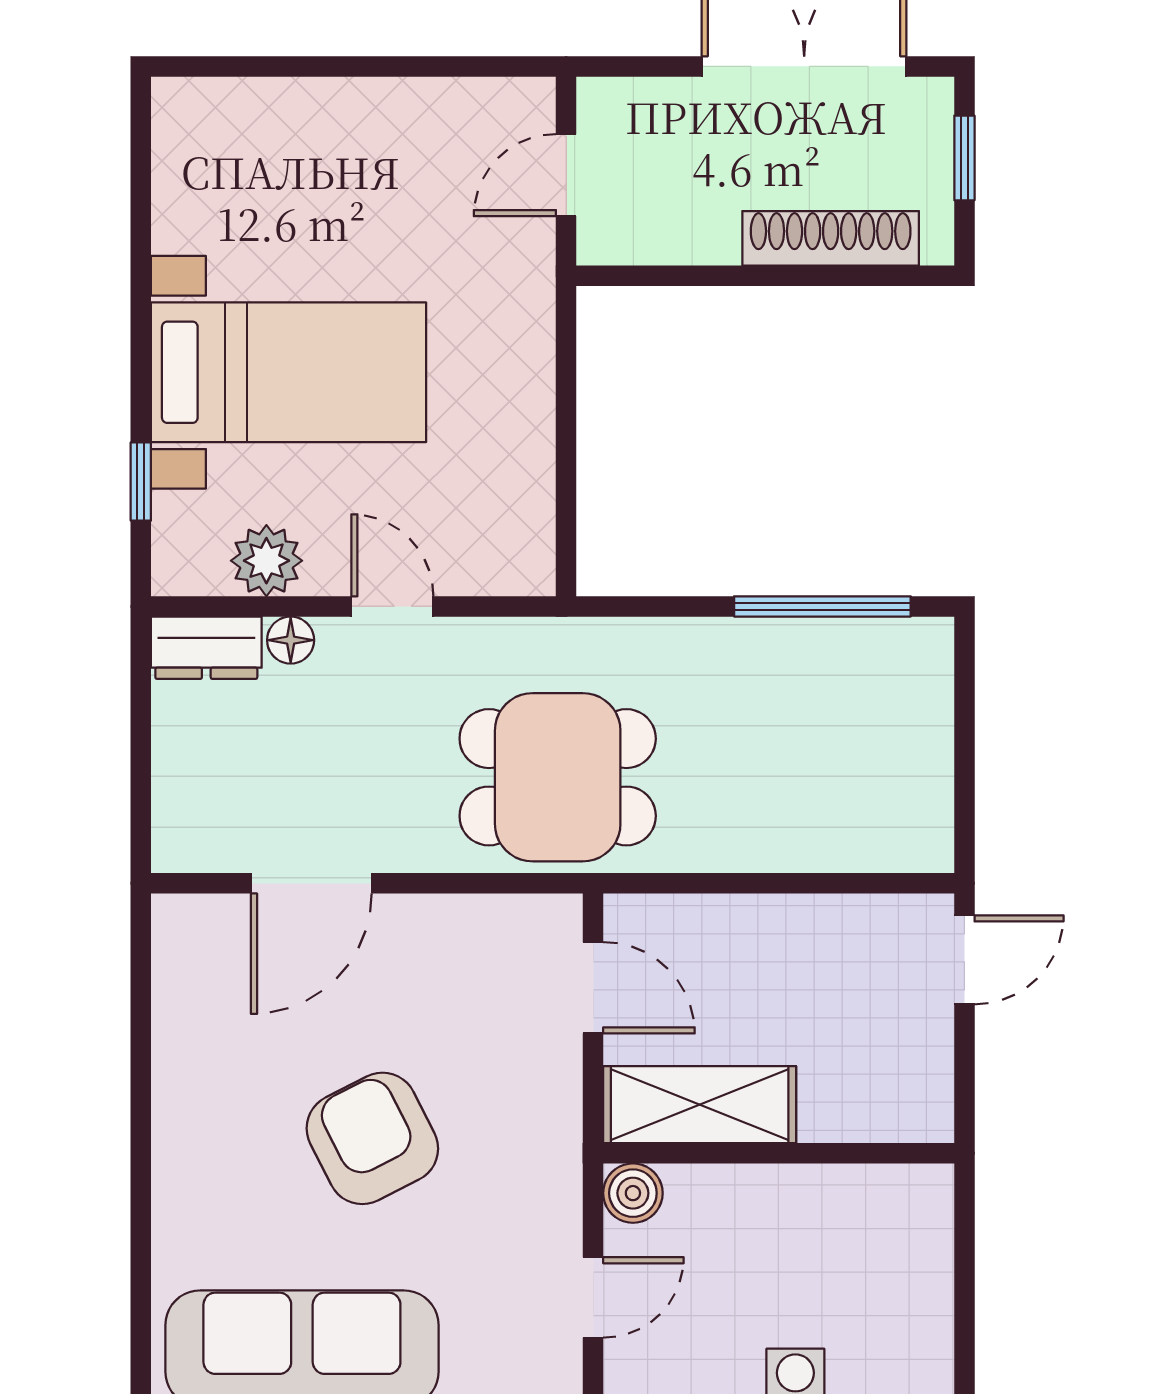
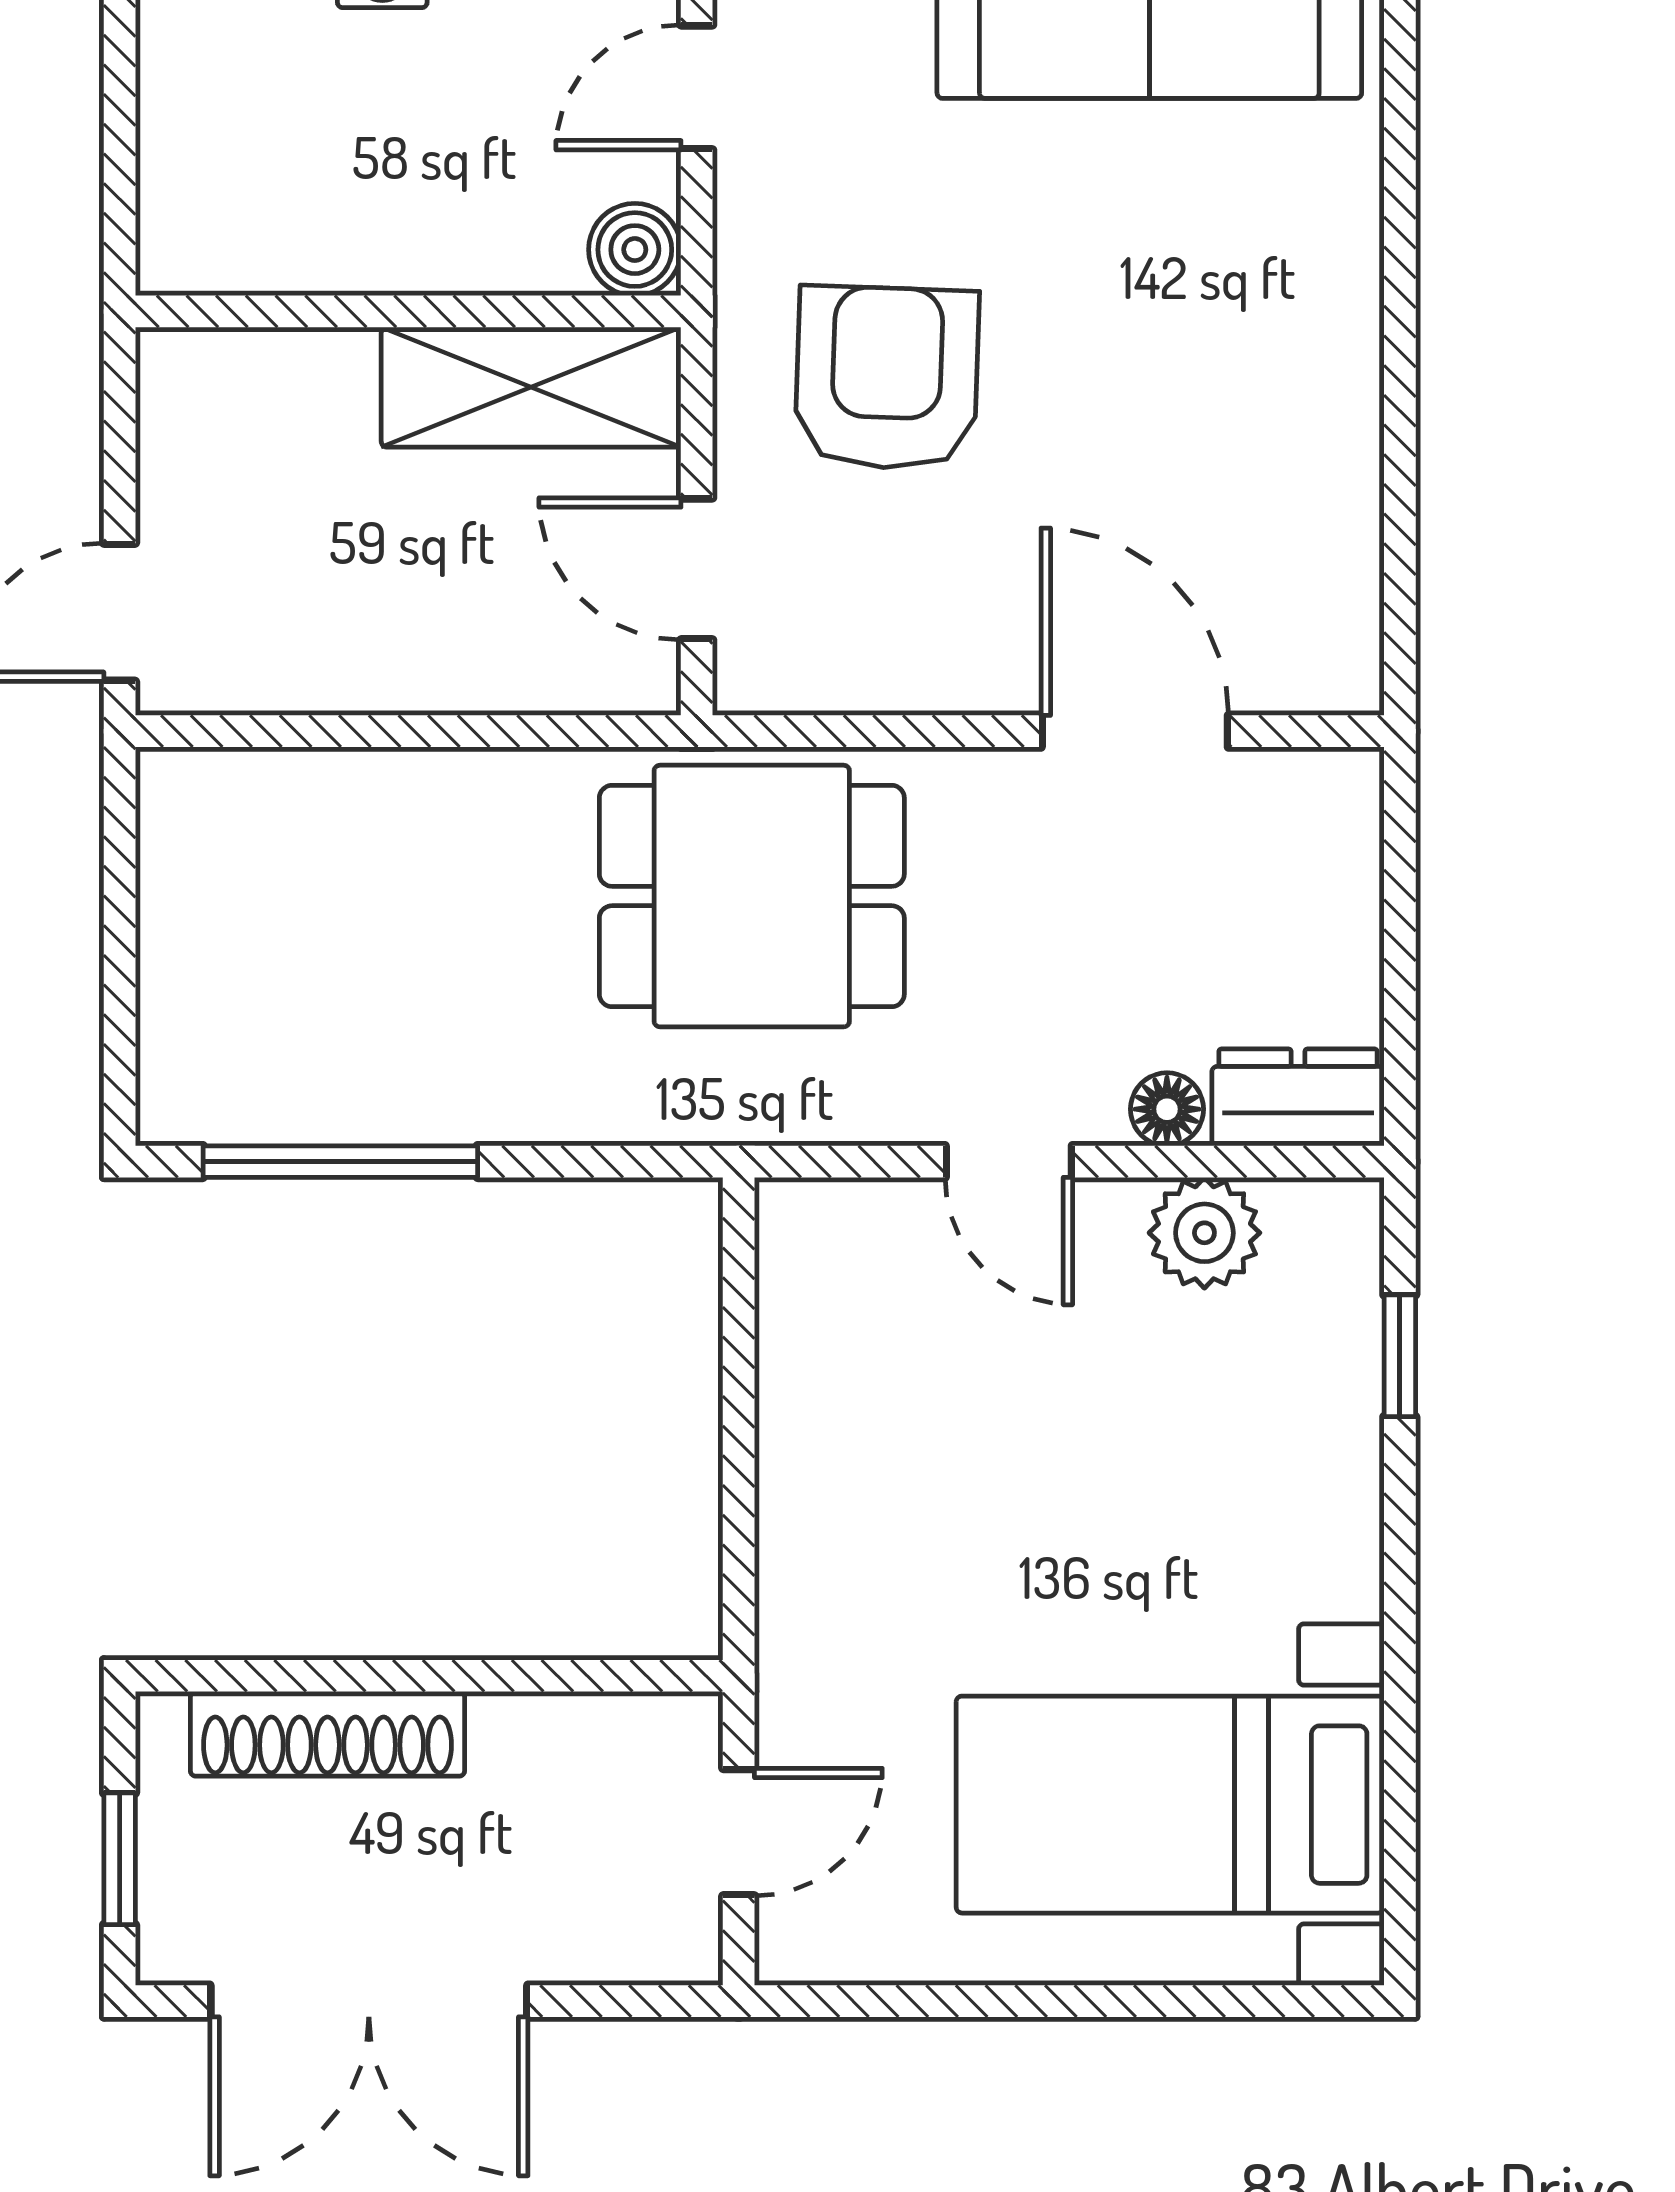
bed with nightstands: (289, 372) -> (1170, 1805), moved
door: (311, 883) -> (1135, 731), hinge flipped
armchair: (372, 1138) -> (887, 378), moved, turned -151

